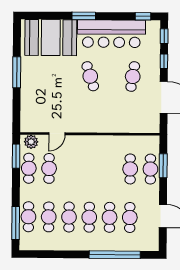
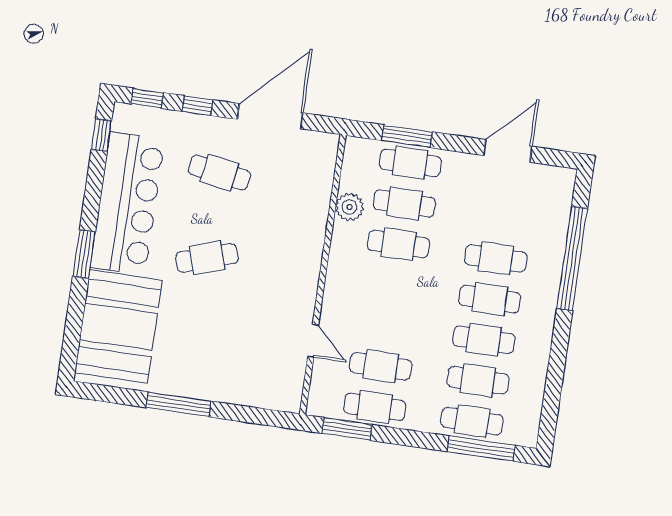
plant: (31, 142) -> (350, 207), moved
cafe table: (130, 217) -> (398, 244), moved

